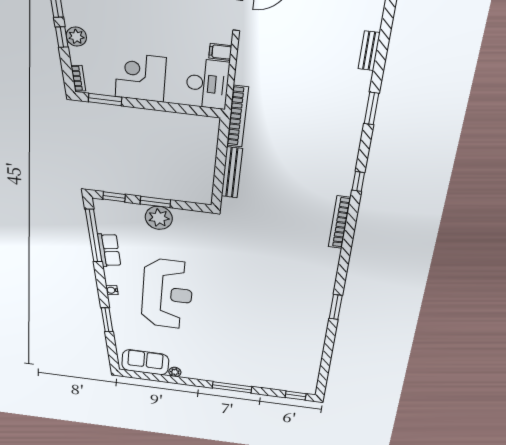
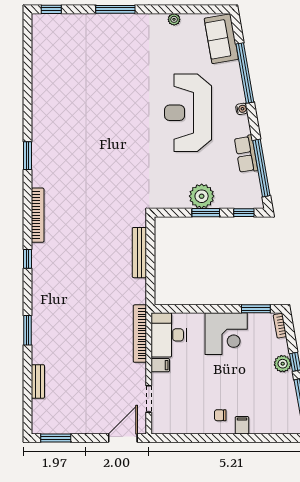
bookcase: (238, 116) -> (140, 334), moved
window: (336, 307) -> (28, 156), moved
window: (107, 320) -> (245, 73), width x2.11
sofa: (145, 362) -> (221, 39), moved, turned 80

